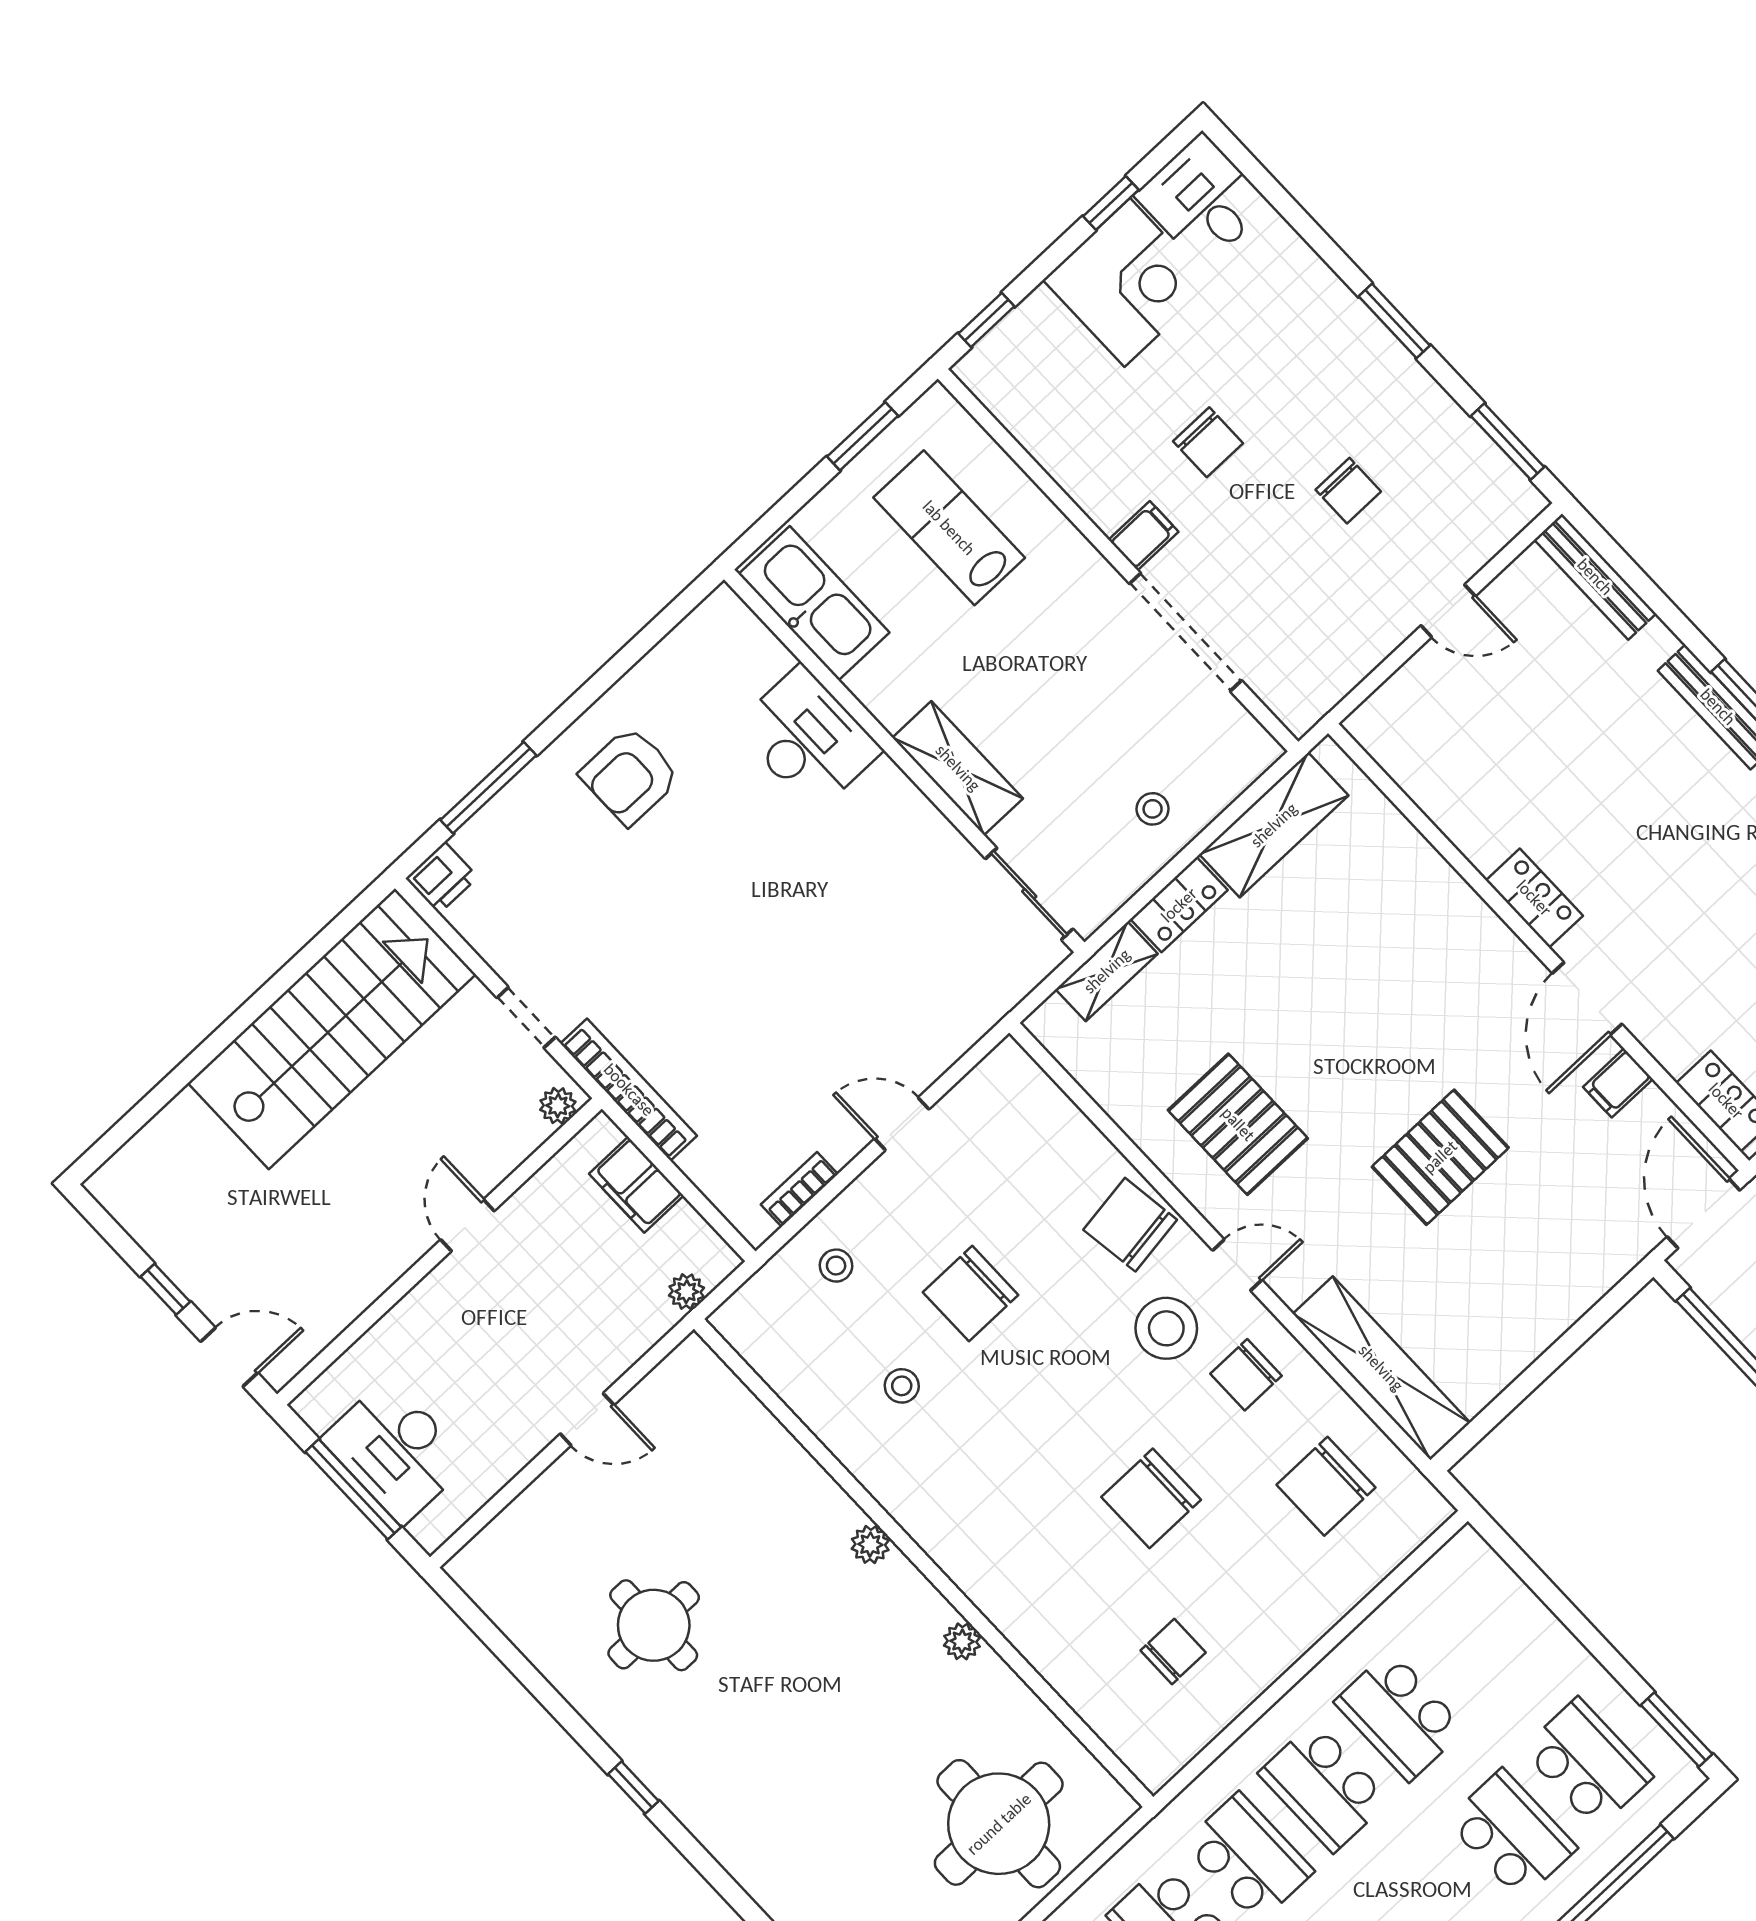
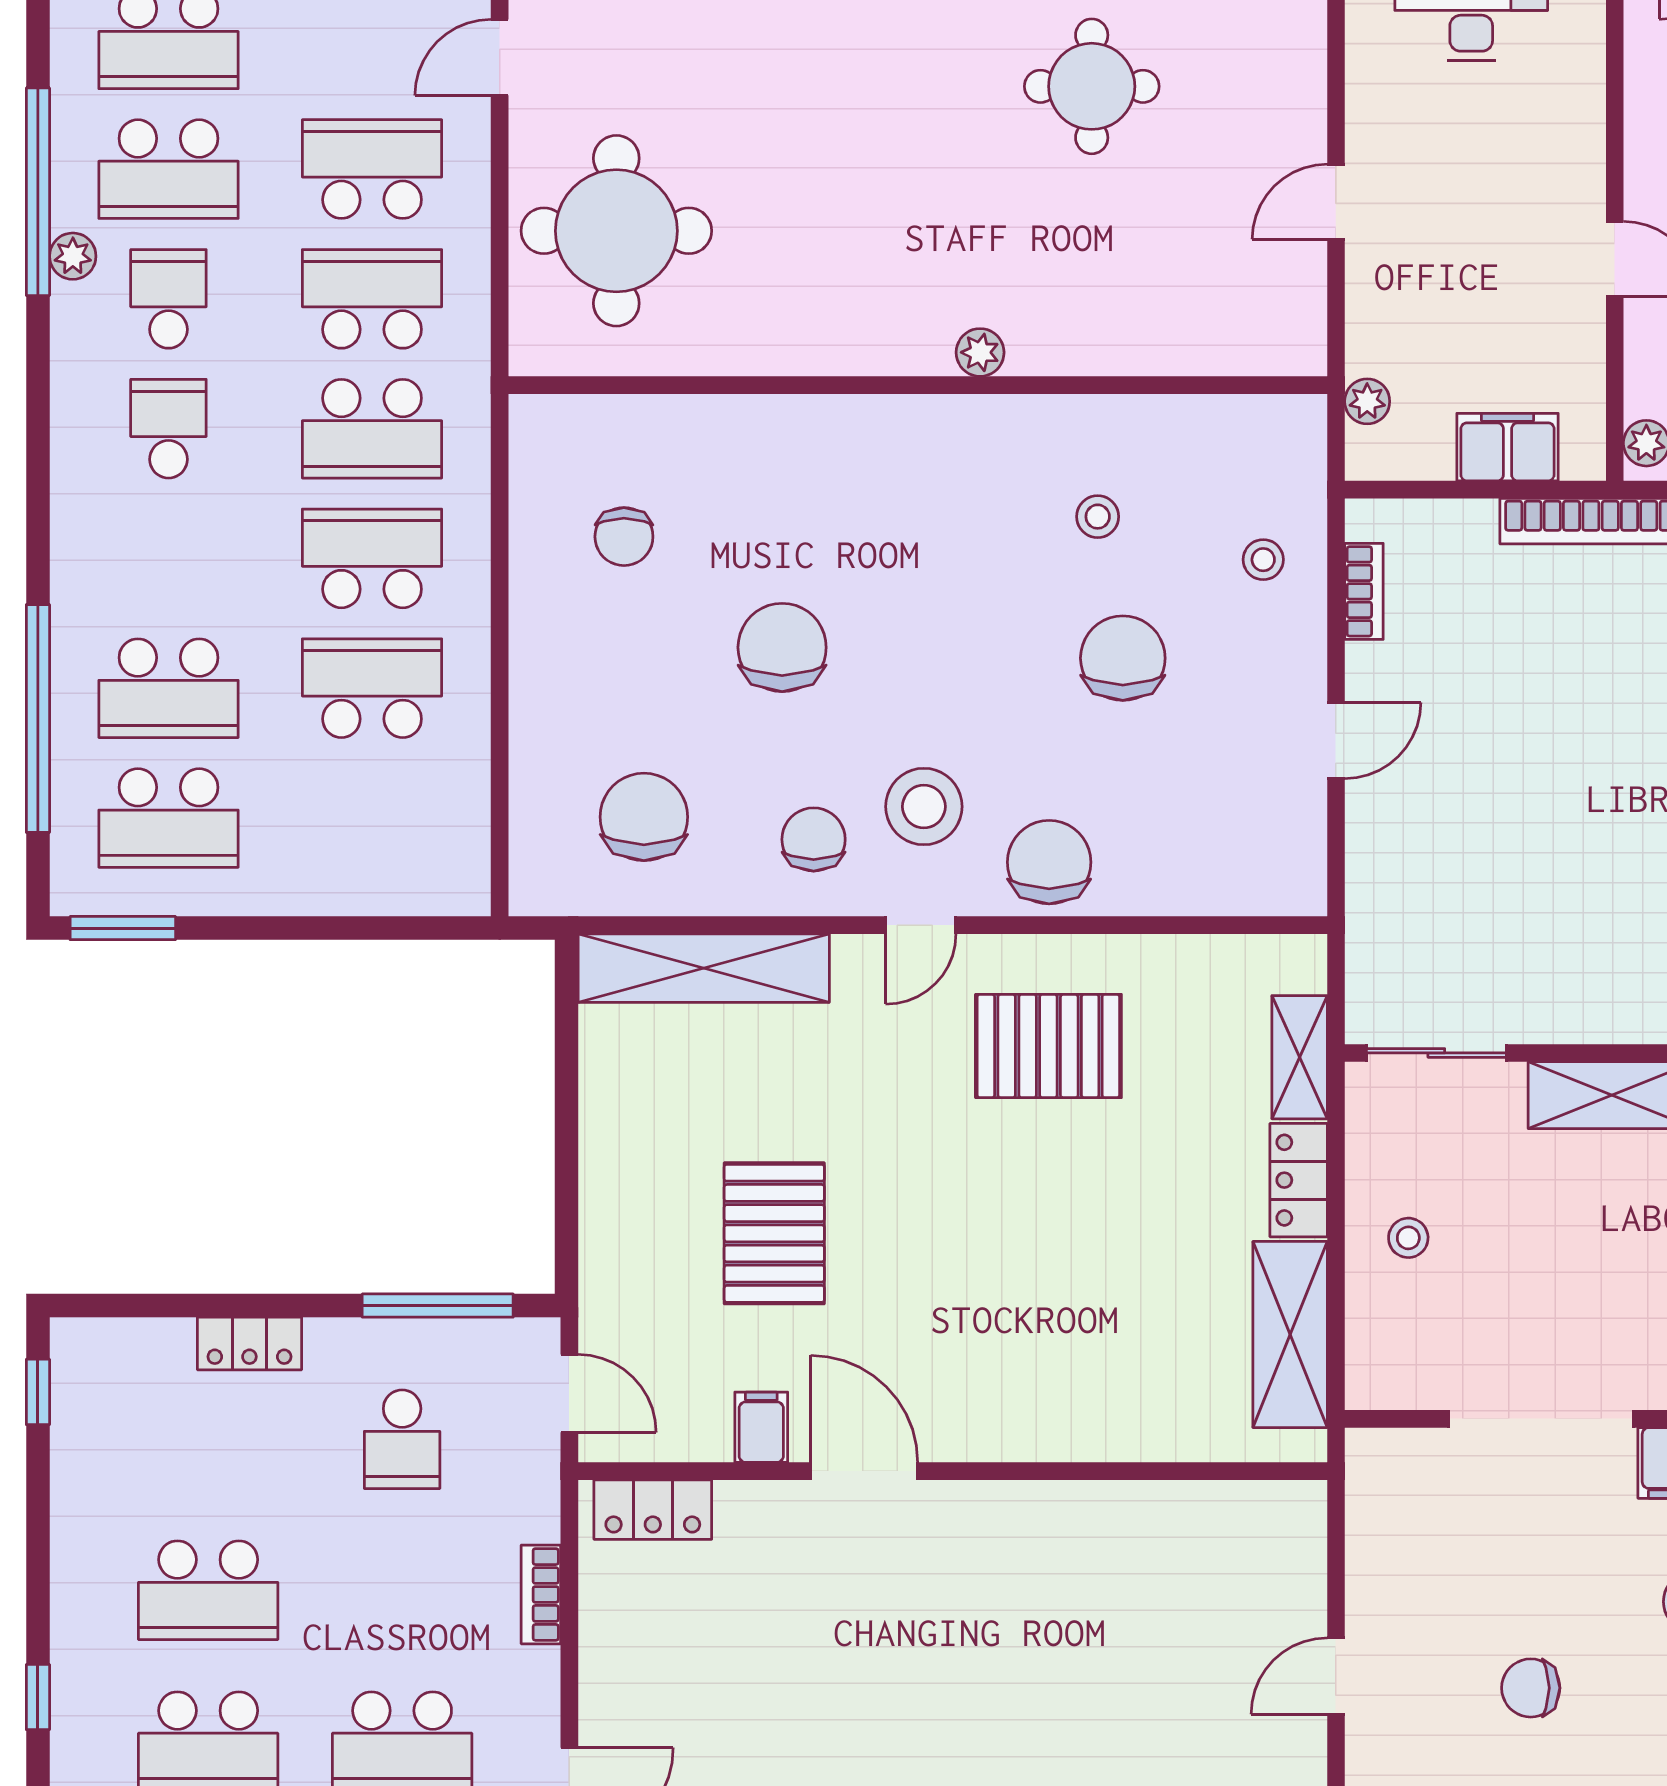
locker: (1534, 898) -> (1001, 1509), removed
pallet: (1440, 1157) -> (774, 1233), moved
door: (1704, 1213) -> (569, 1393), width x0.73
chair: (1130, 1225) -> (1049, 862), turned -82
plant: (962, 1641) -> (814, 353), removed

